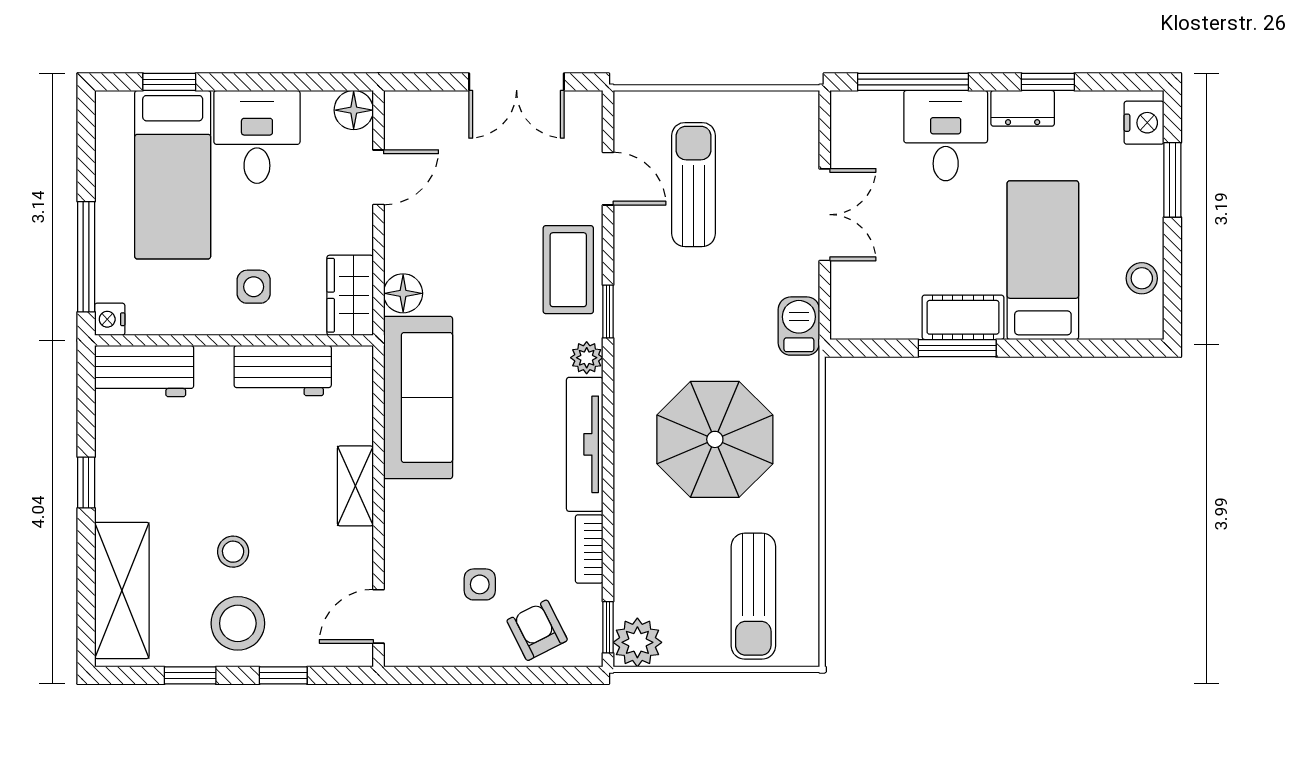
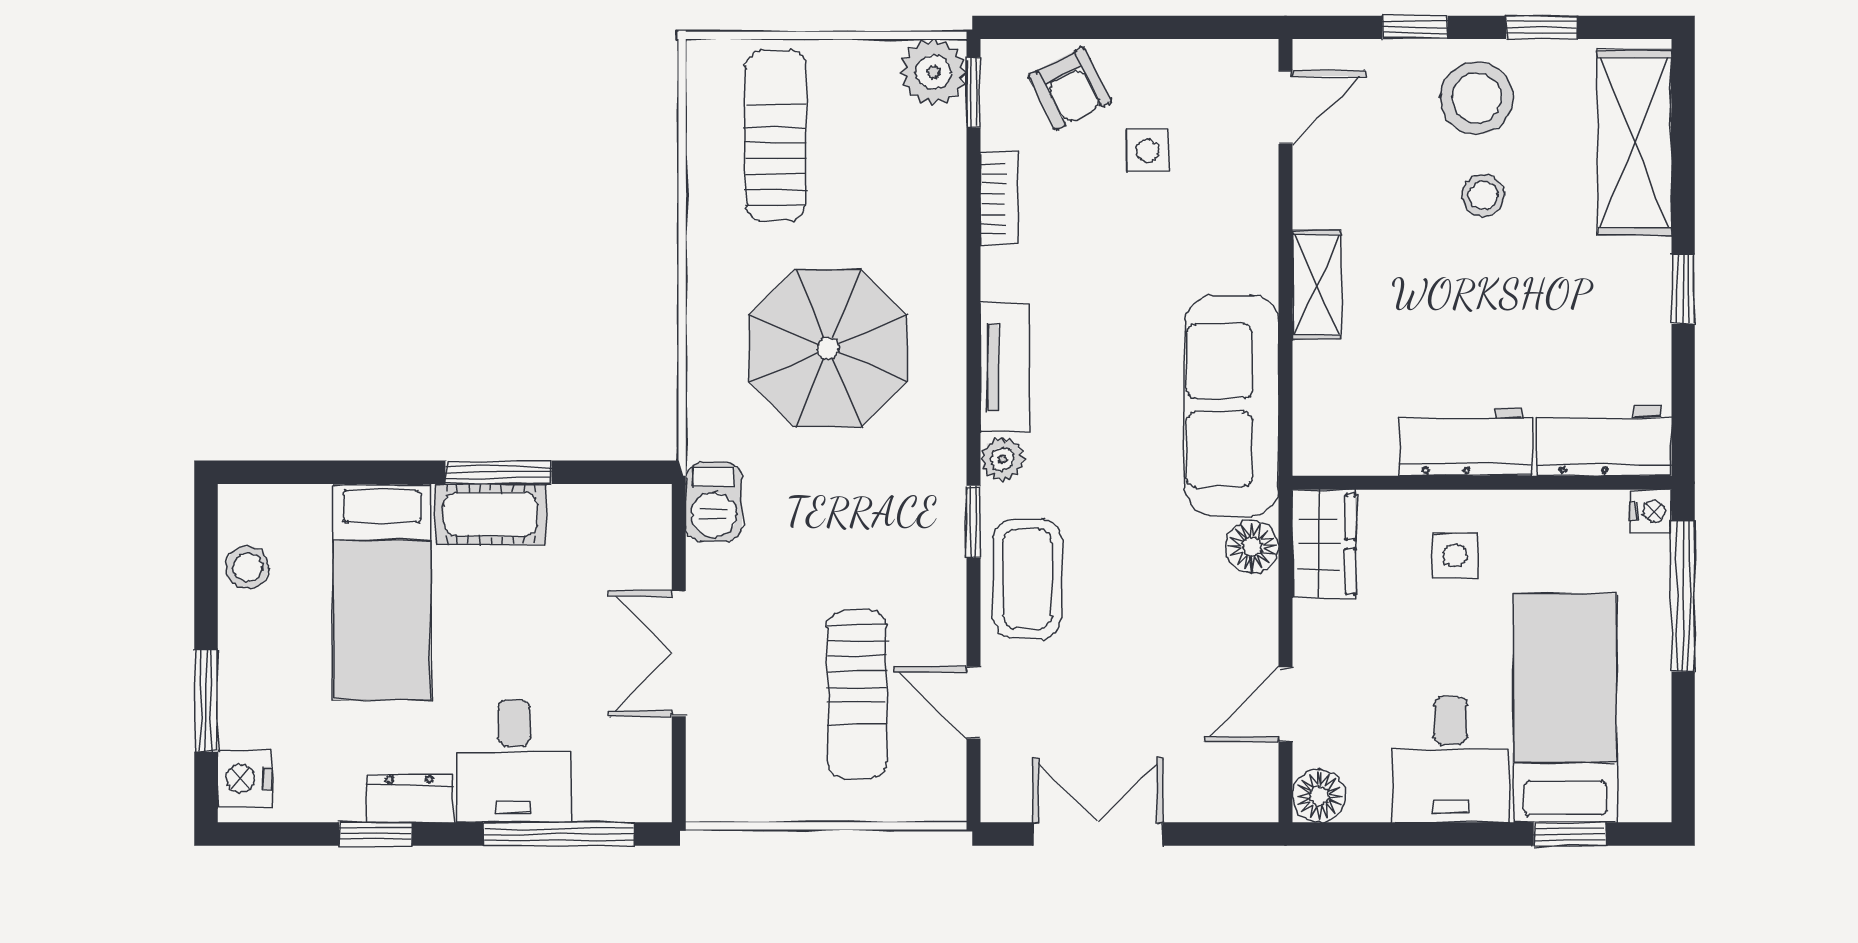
workbench: (283, 371) -> (1466, 442), moved
tv unit: (585, 444) -> (1005, 368), width x0.71

